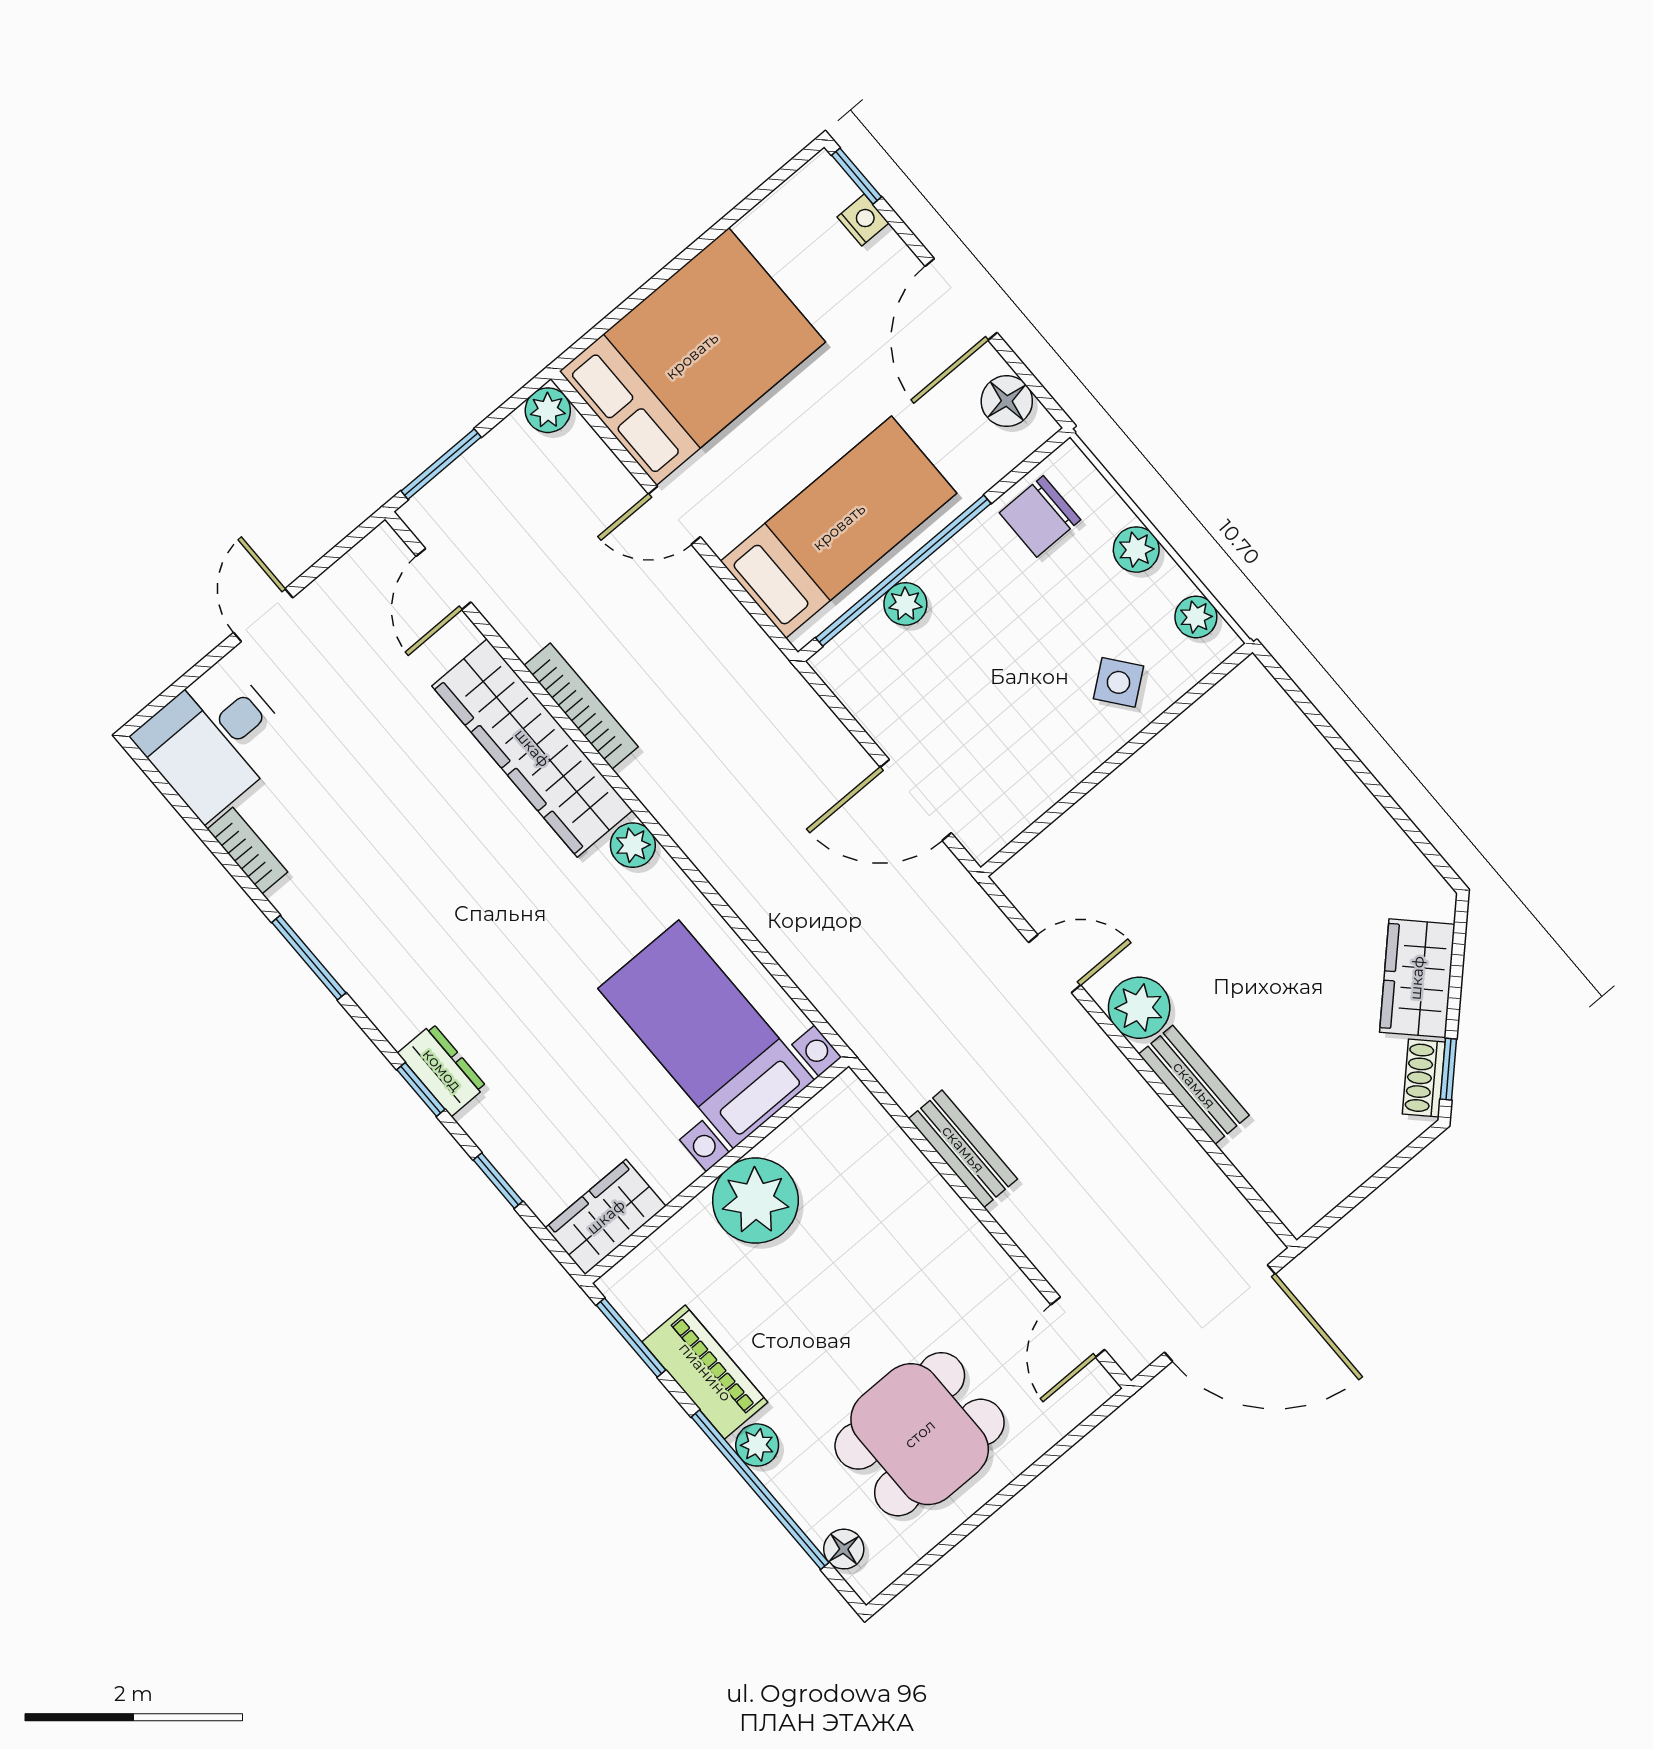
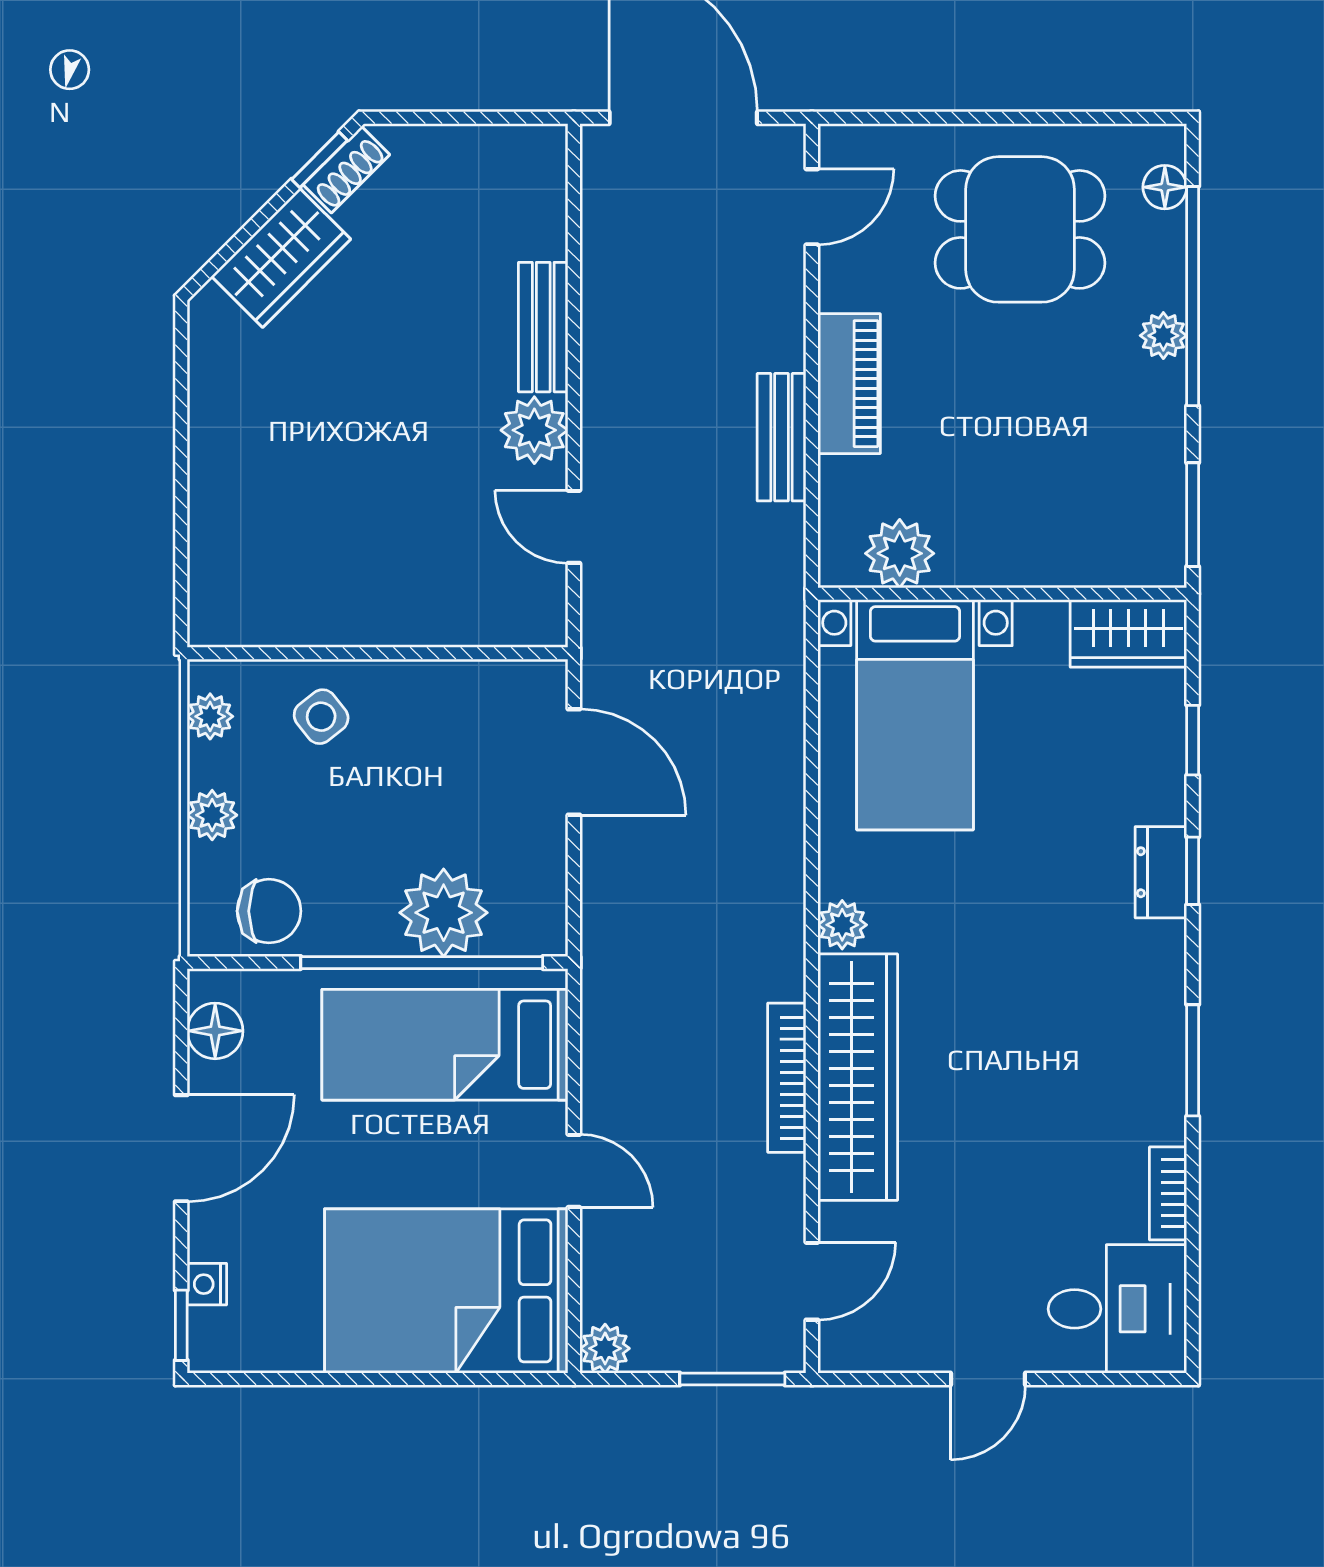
plant: (905, 604) -> (444, 913), width x1.88, depth x1.88
plant: (755, 1201) -> (900, 553), moved, width x0.73, depth x0.73
piano: (705, 1372) -> (849, 384), moved, turned 180

